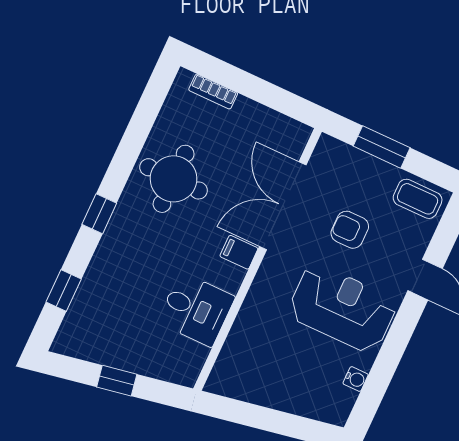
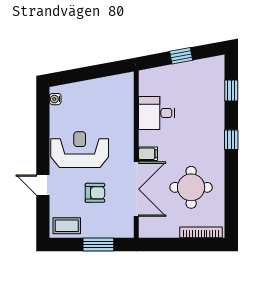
bookcase: (213, 92) -> (201, 232), width x1.56
round table: (174, 179) -> (191, 187), moved
reception desk: (342, 308) -> (80, 150), turned 180
water cooler: (356, 379) -> (55, 99), moved

